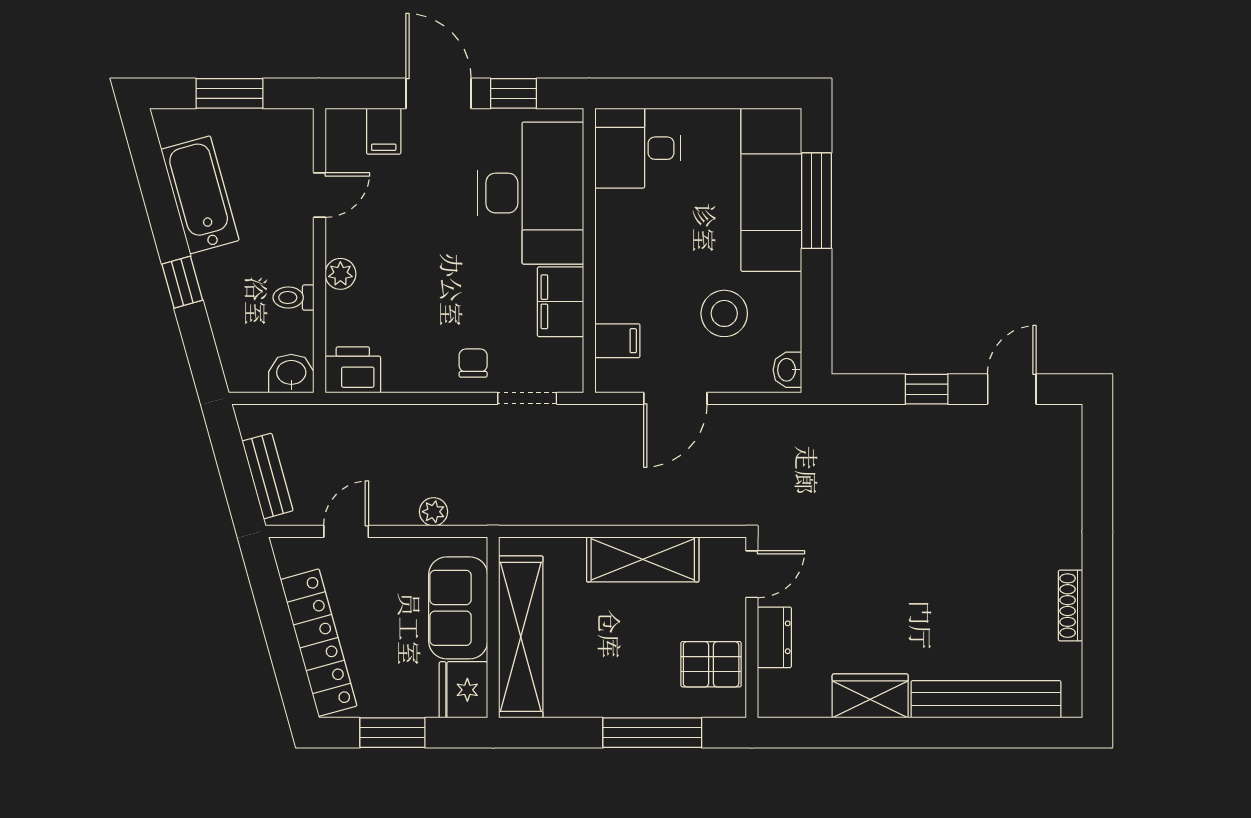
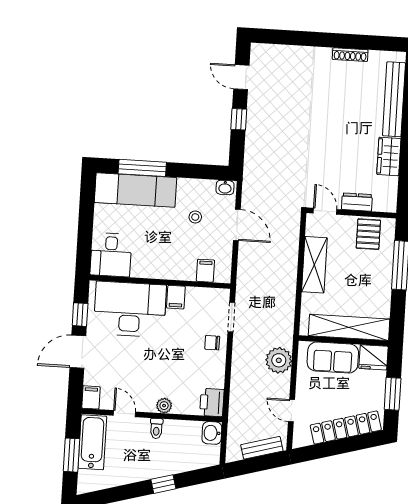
filing cabinet: (384, 131) -> (91, 397), moved, turned -90
bathtub: (200, 195) -> (92, 442), moved, turned 106
toilet: (294, 298) -> (156, 428), moved
filing cabinet: (561, 302) -> (176, 297), width x0.50
stool: (724, 313) -> (195, 217), width x0.53, depth x0.53
door: (675, 398) -> (237, 225), moved
plant: (433, 512) -> (279, 360), width x1.88, depth x1.88

